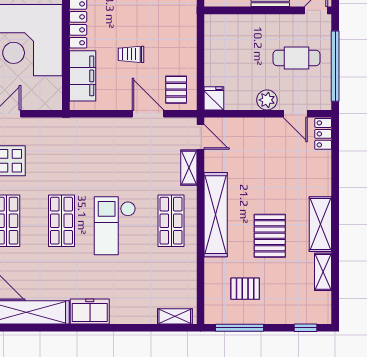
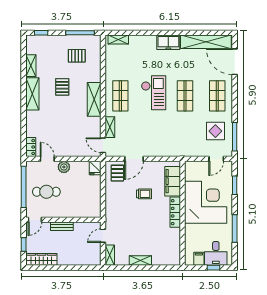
door: (148, 114) -> (134, 159), hinge flipped
shelving: (216, 215) -> (94, 99), width x0.68
pallet: (270, 236) -> (62, 87), width x0.67, depth x0.71

